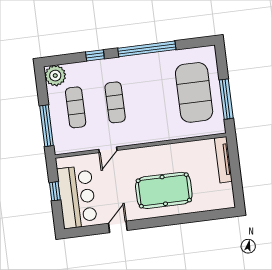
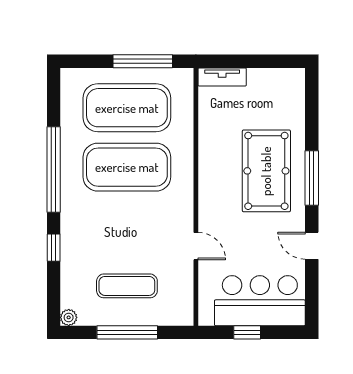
plant: (55, 76) -> (69, 317), width x0.53, depth x0.53
exercise mat: (115, 102) -> (127, 167), moved, width x2.00, depth x1.45
window: (47, 126) -> (127, 332), moved
tv unit: (223, 160) -> (222, 77), width x0.71
window: (163, 221) -> (312, 178), added

